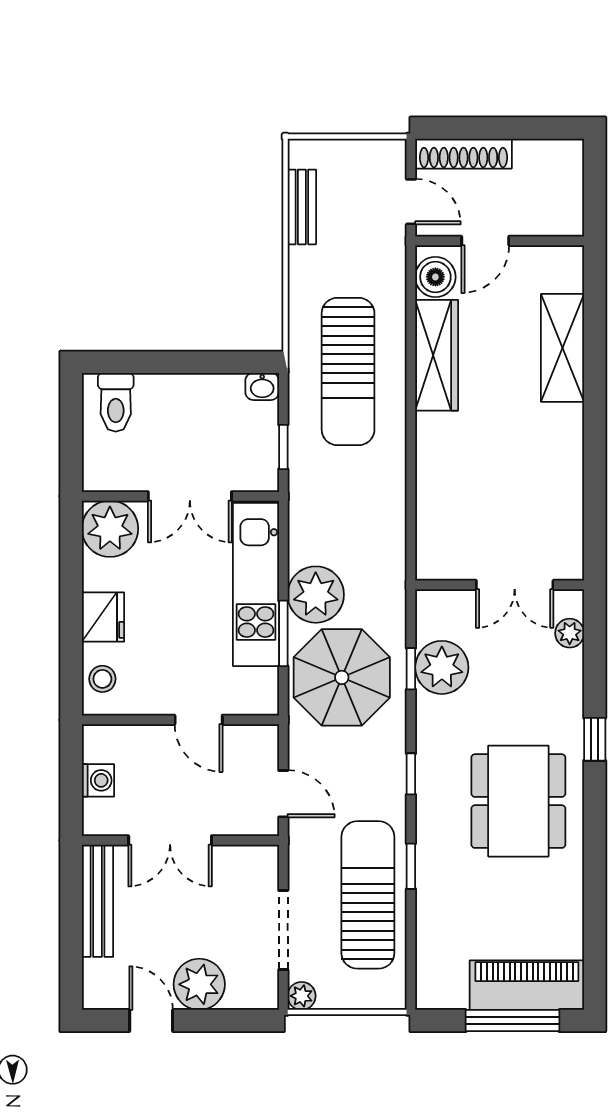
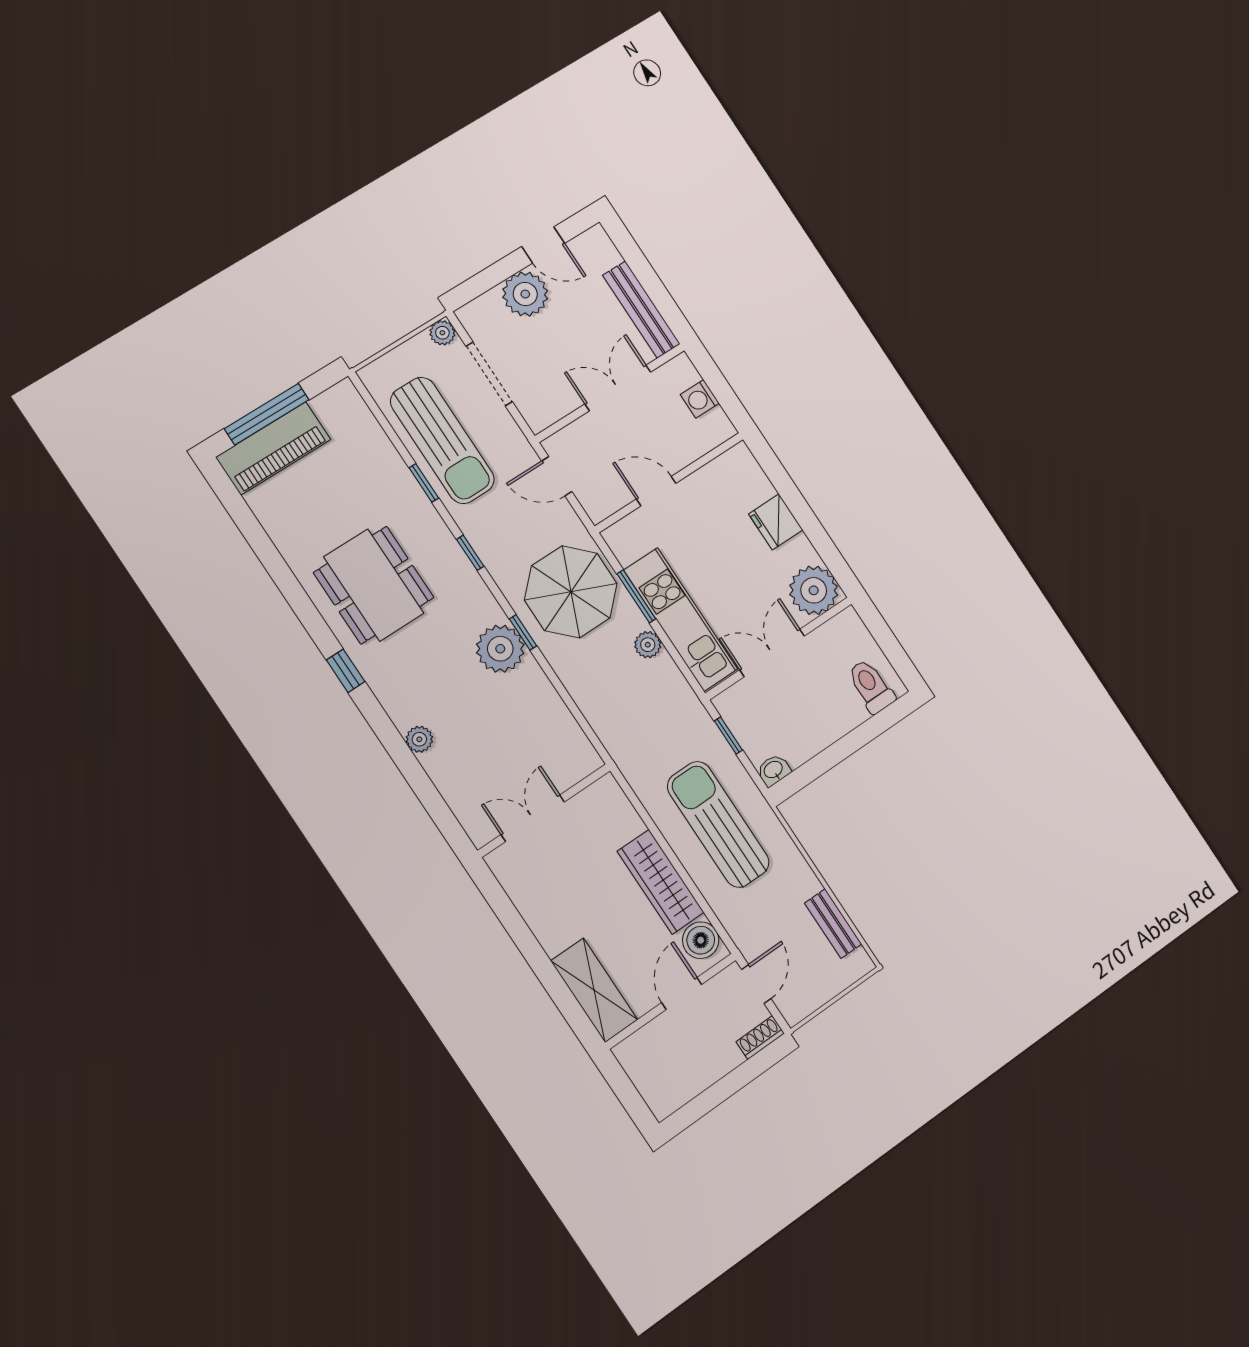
shoe rack: (463, 154) -> (760, 1037), width x0.51, depth x0.81
door: (411, 202) -> (756, 984), swing flipped
shelving: (563, 348) -> (594, 990), moved
wall: (500, 585) -> (544, 810), moved
double door: (515, 585) -> (533, 818), moved
plant: (316, 595) -> (648, 645), width x0.53, depth x0.53
stool: (102, 679) -> (746, 476), removed

